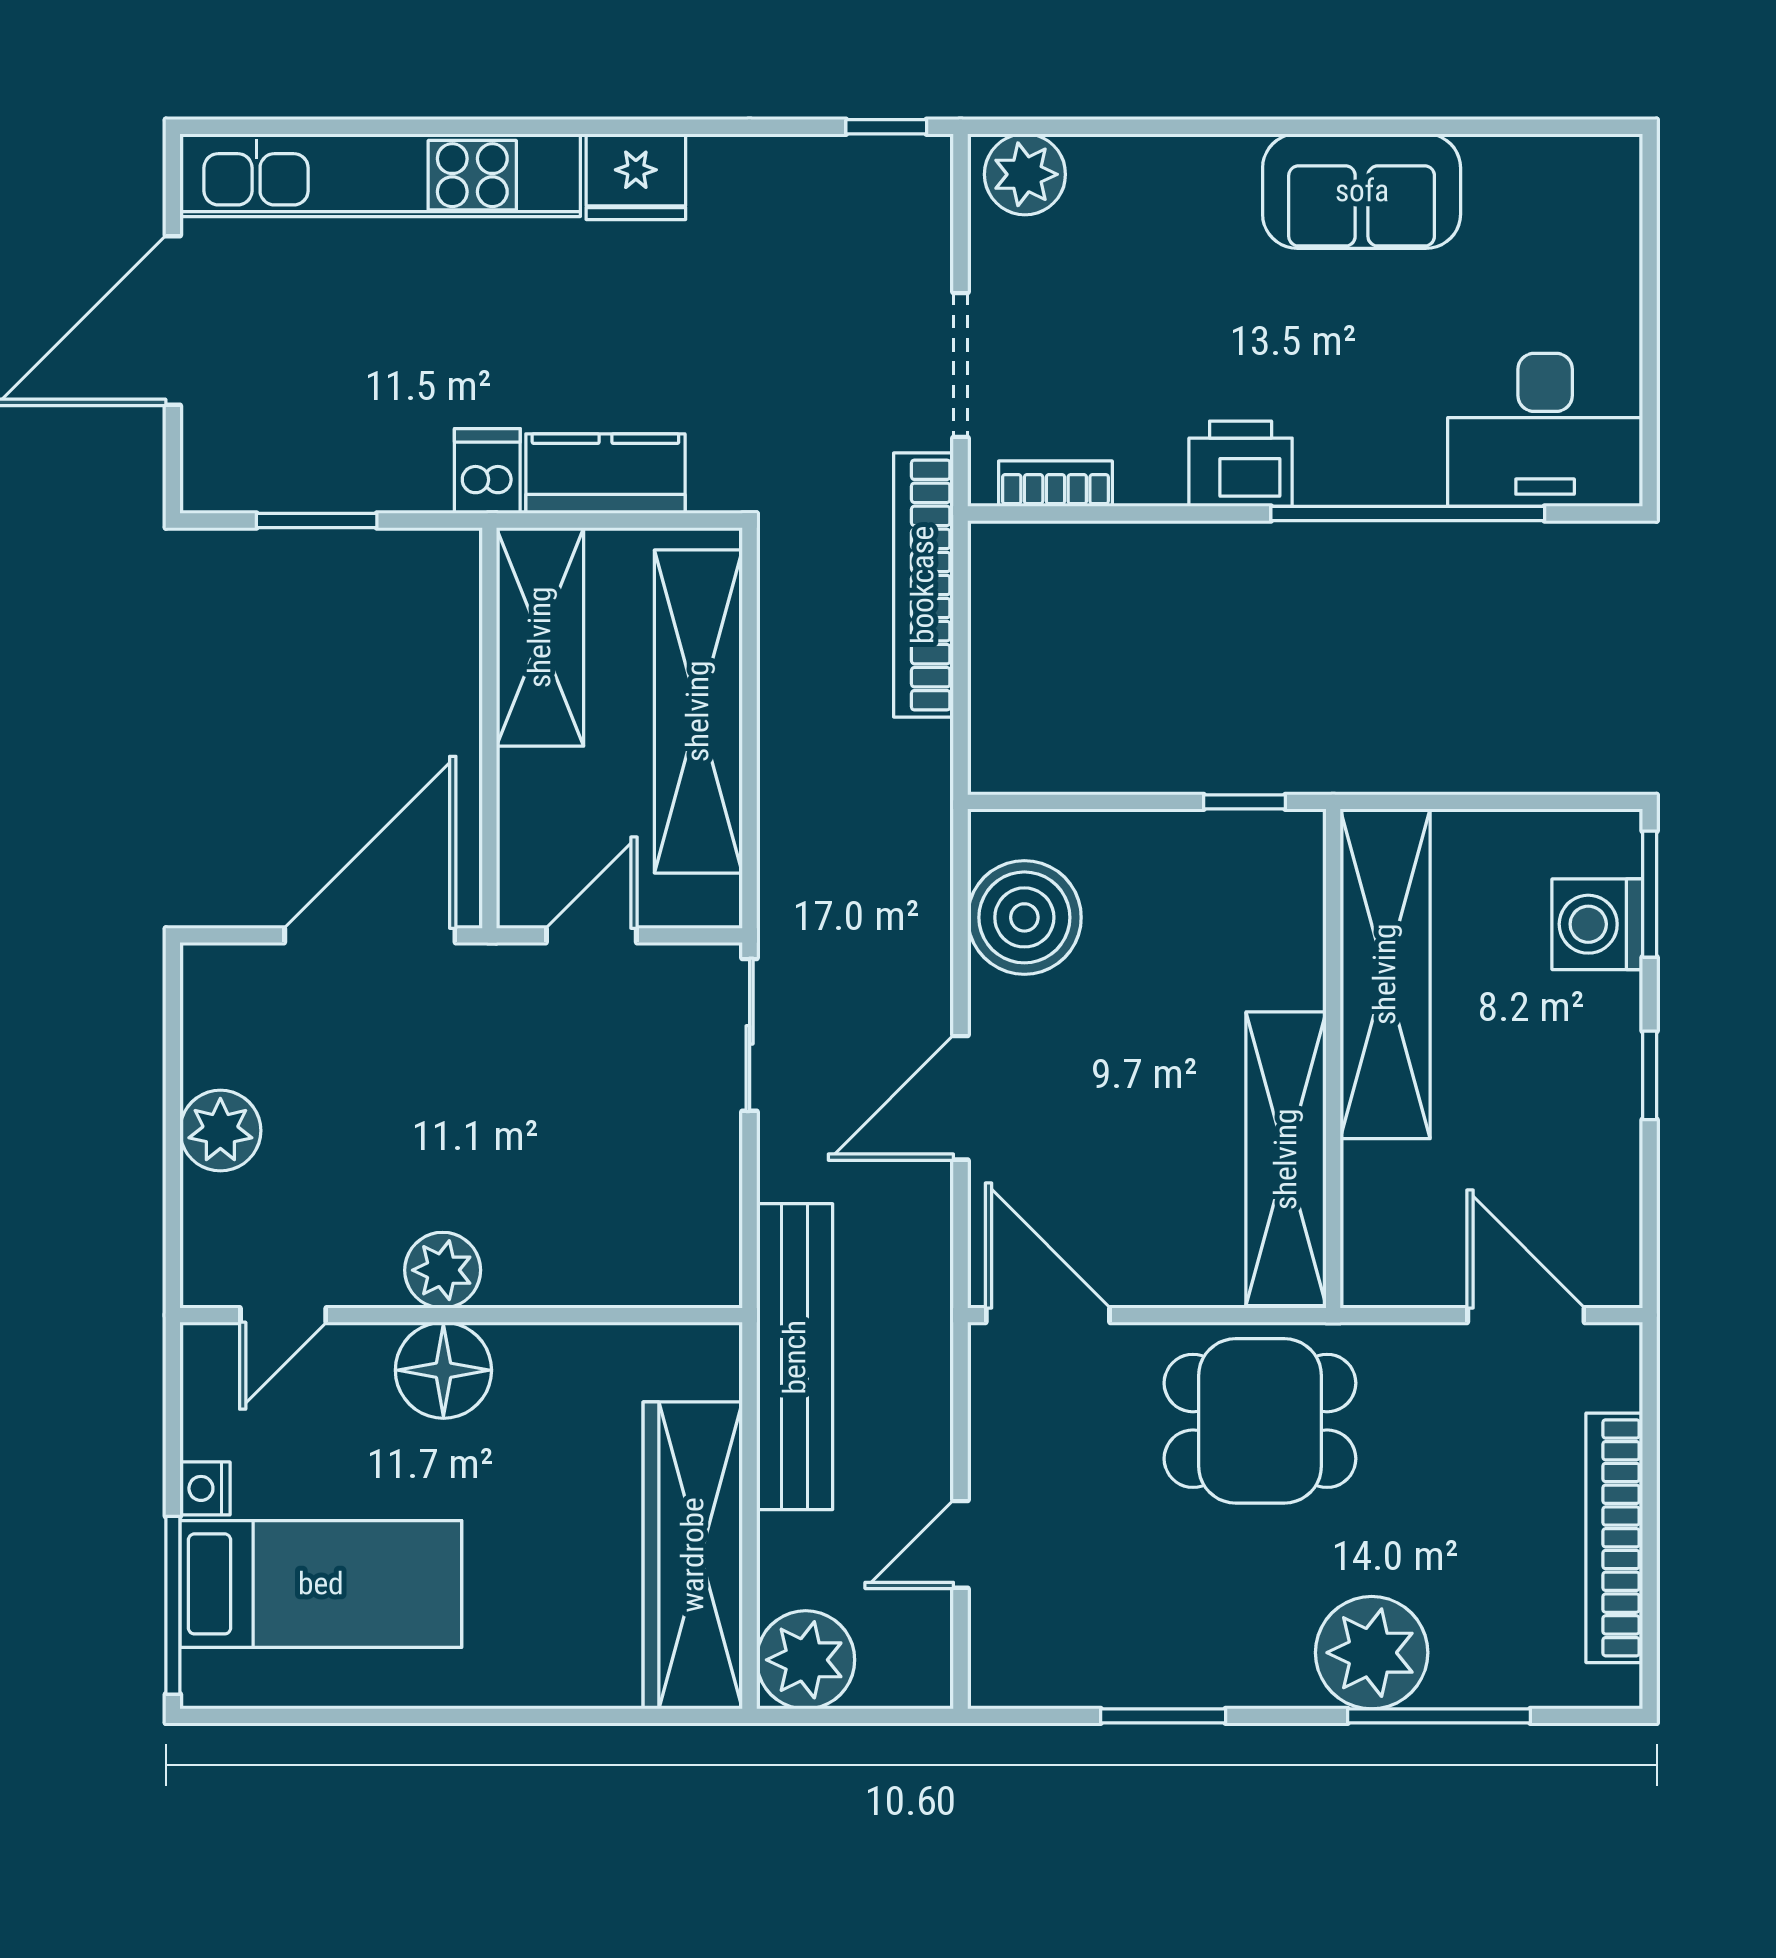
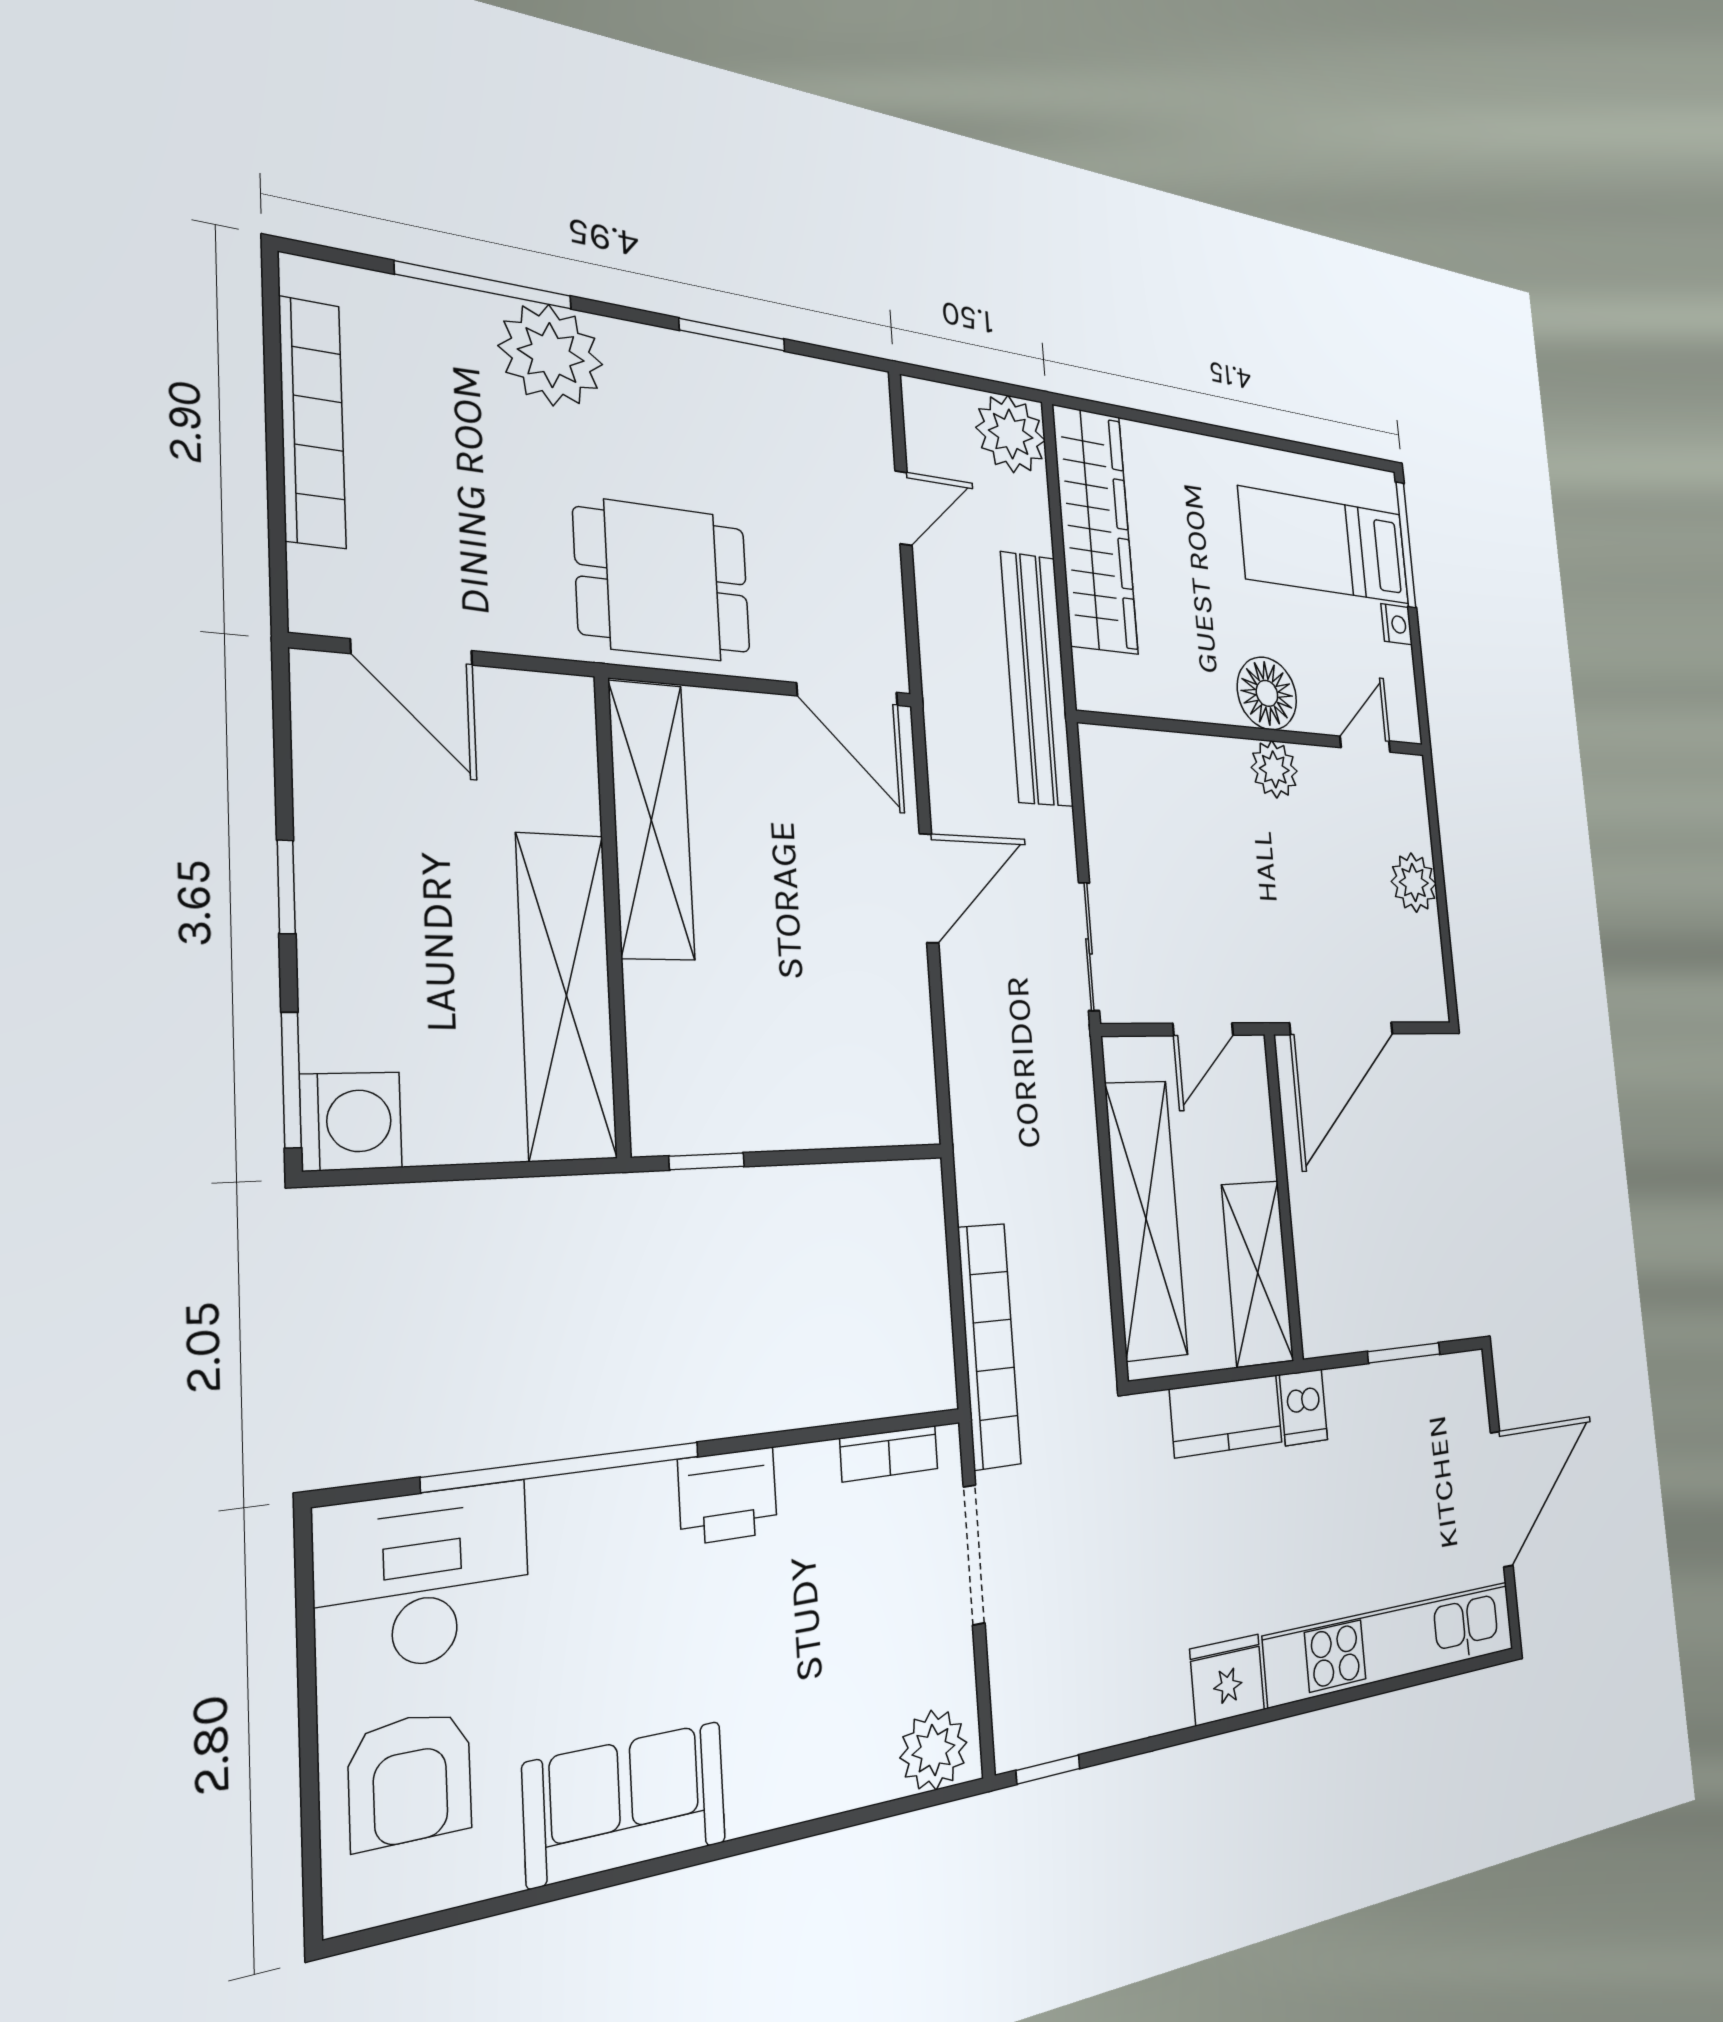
armchair: (1563, 254) -> (410, 1779), added
boiler: (1024, 917) -> (889, 1048), removed
washing machine: (1597, 924) -> (351, 1121), moved

